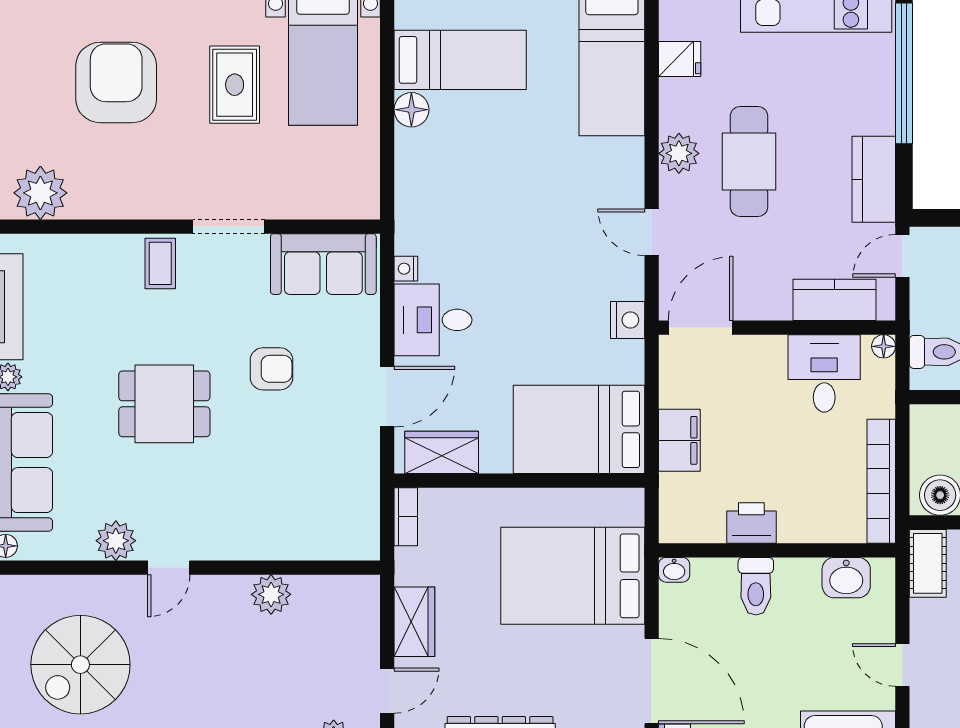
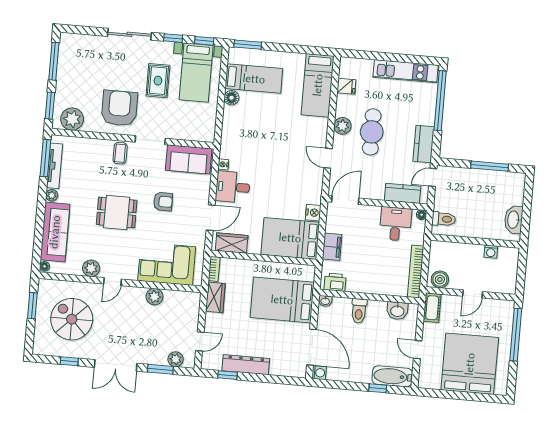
armchair: (116, 82) -> (119, 108), moved
nightstand: (628, 320) -> (313, 213), moved
corner sofa: (293, 514) -> (167, 264), added
printer: (751, 523) -> (335, 282), moved
wardrobe: (414, 622) -> (215, 297), moved
spiral stairs: (80, 665) -> (72, 319), turned 90

